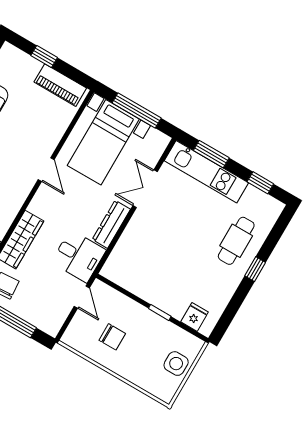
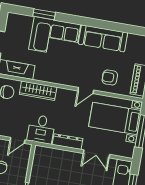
armchair: (40, 127) -> (110, 77), added
double door: (145, 189) -> (96, 154), swing flipped

